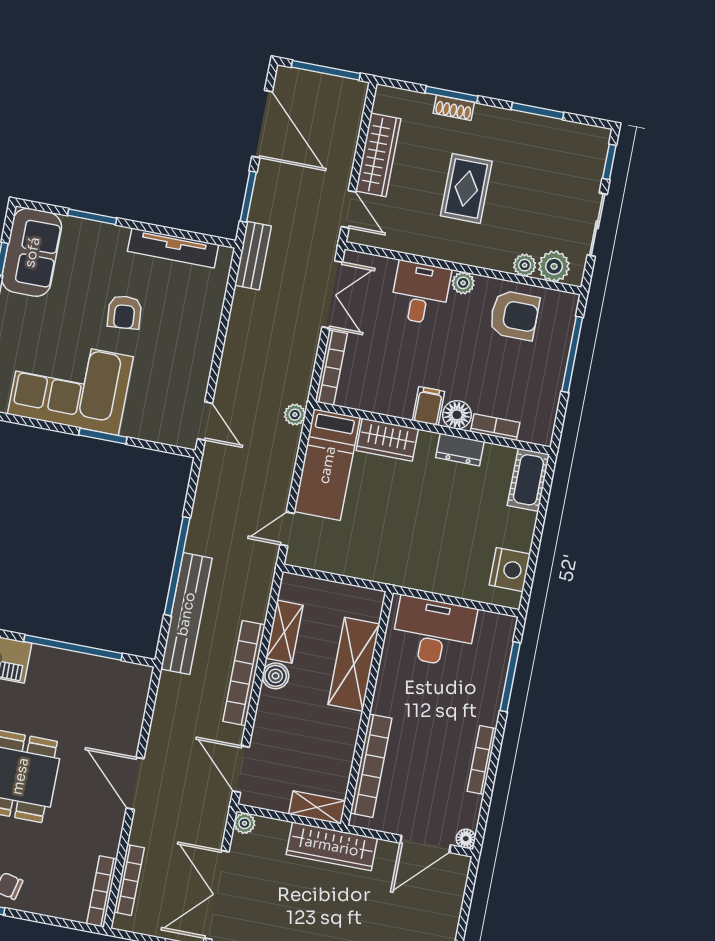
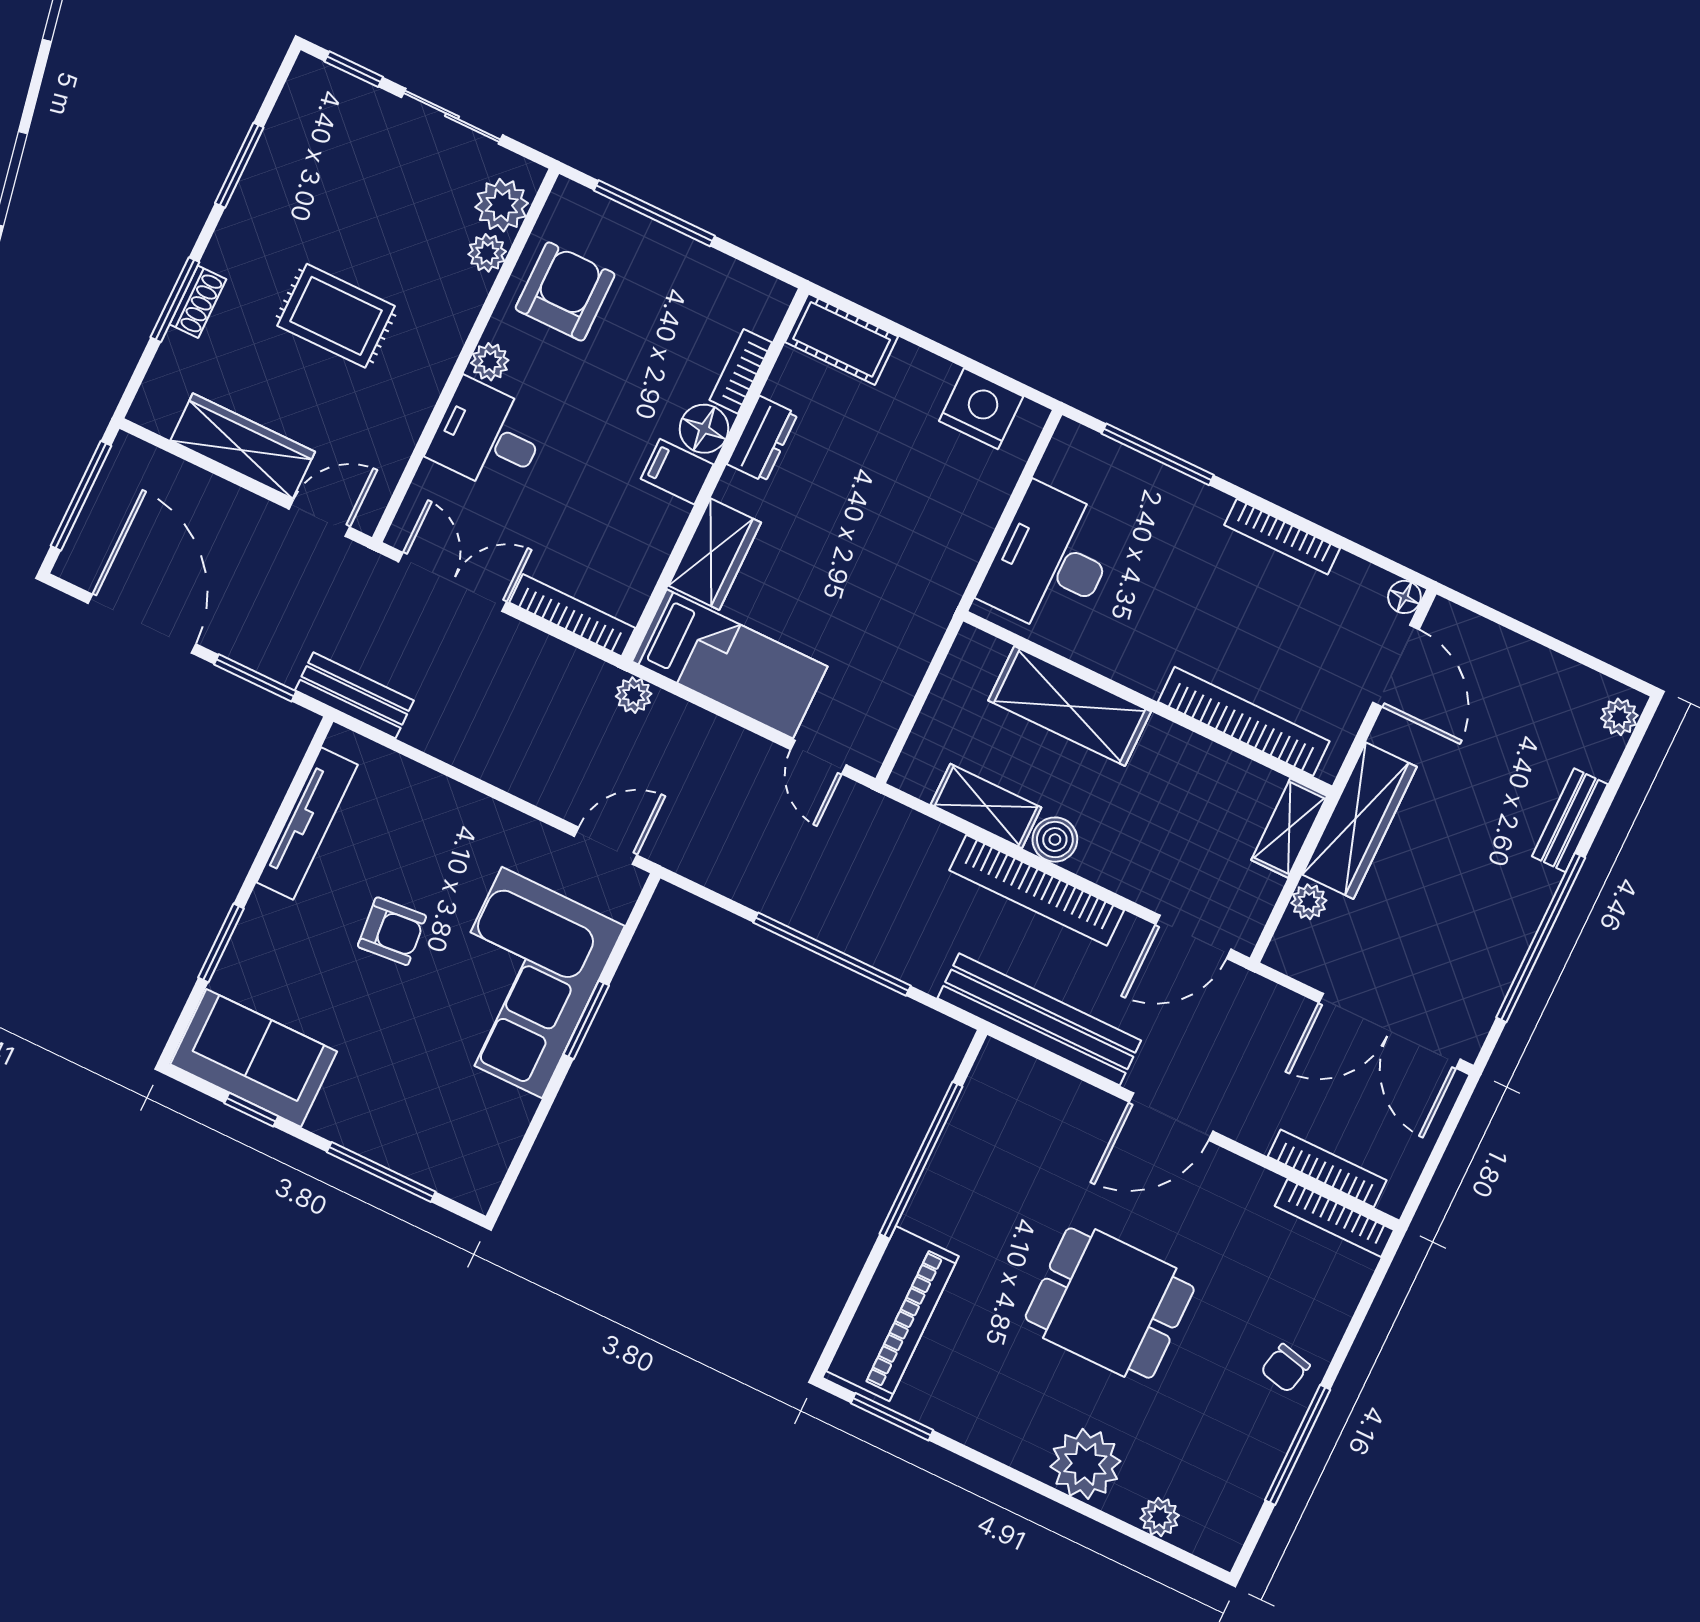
door: (262, 124) -> (142, 624), hinge flipped
corner sofa: (70, 385) -> (522, 983), moved
bench: (186, 614) -> (1039, 1019), moved
plant: (244, 823) -> (1309, 902), moved

